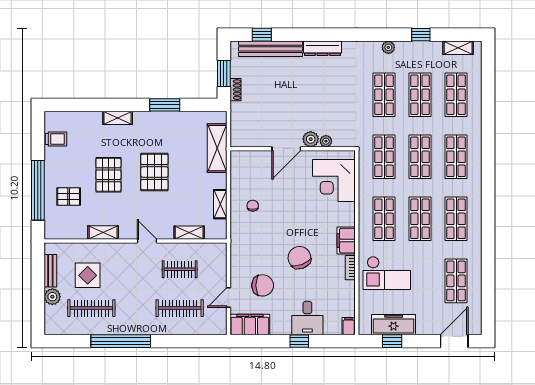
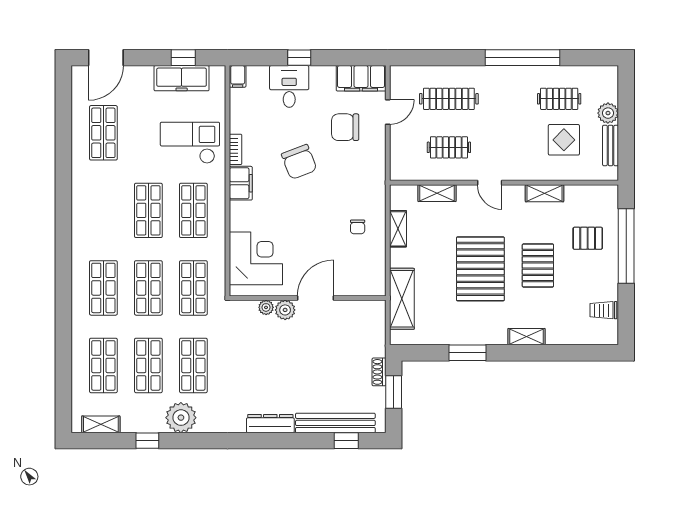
plant: (388, 47) -> (181, 418), width x1.88, depth x1.88
pallet: (154, 172) -> (480, 269), width x1.37, depth x1.41
shop shelf: (456, 219) -> (103, 210), removed
clothes rail: (91, 308) -> (559, 99), width x0.73

